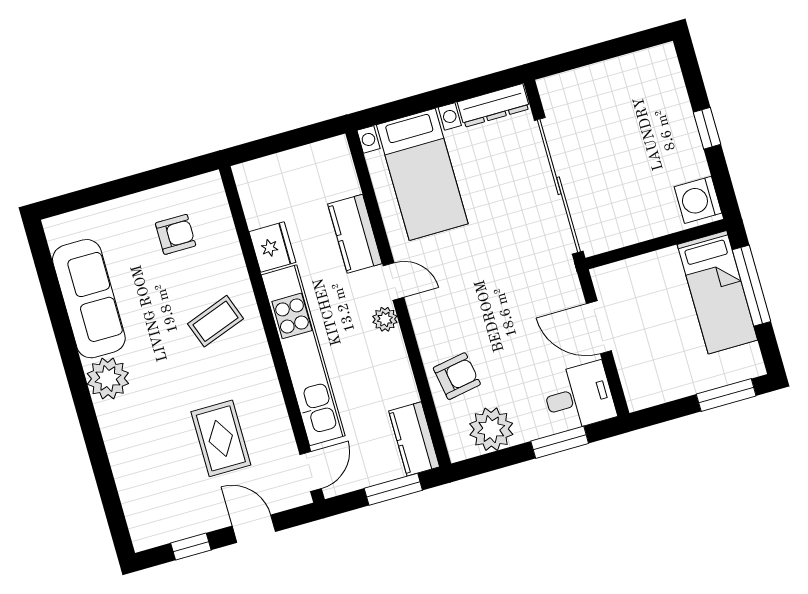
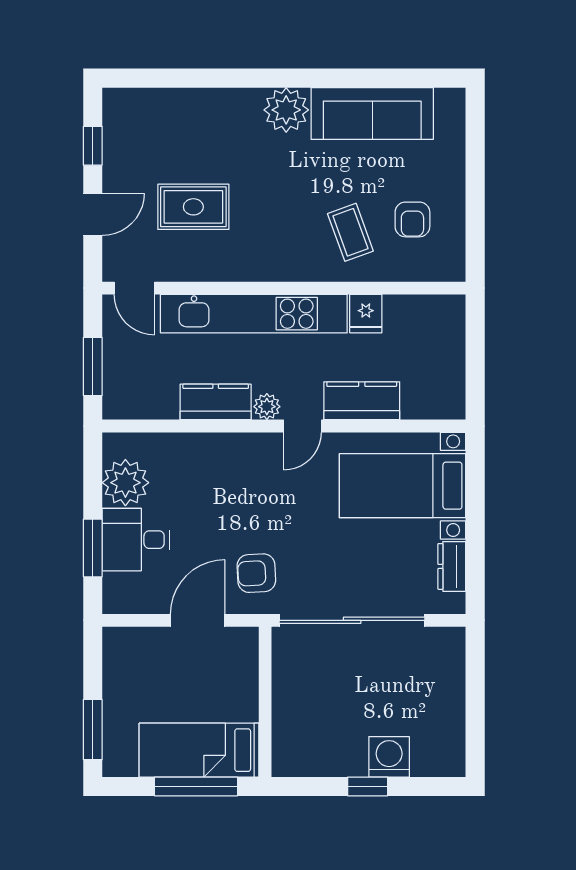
dresser: (493, 105) -> (452, 566), width x0.70
washing machine: (698, 200) -> (389, 757), moved
fridge: (272, 247) -> (366, 314), width x0.72
coffee table: (216, 321) -> (350, 232), moved
armchair: (457, 376) -> (256, 573), moved, turned 97
desk: (579, 396) -> (136, 540), moved, turned 90
kitchen counter: (414, 439) -> (216, 402), moved

